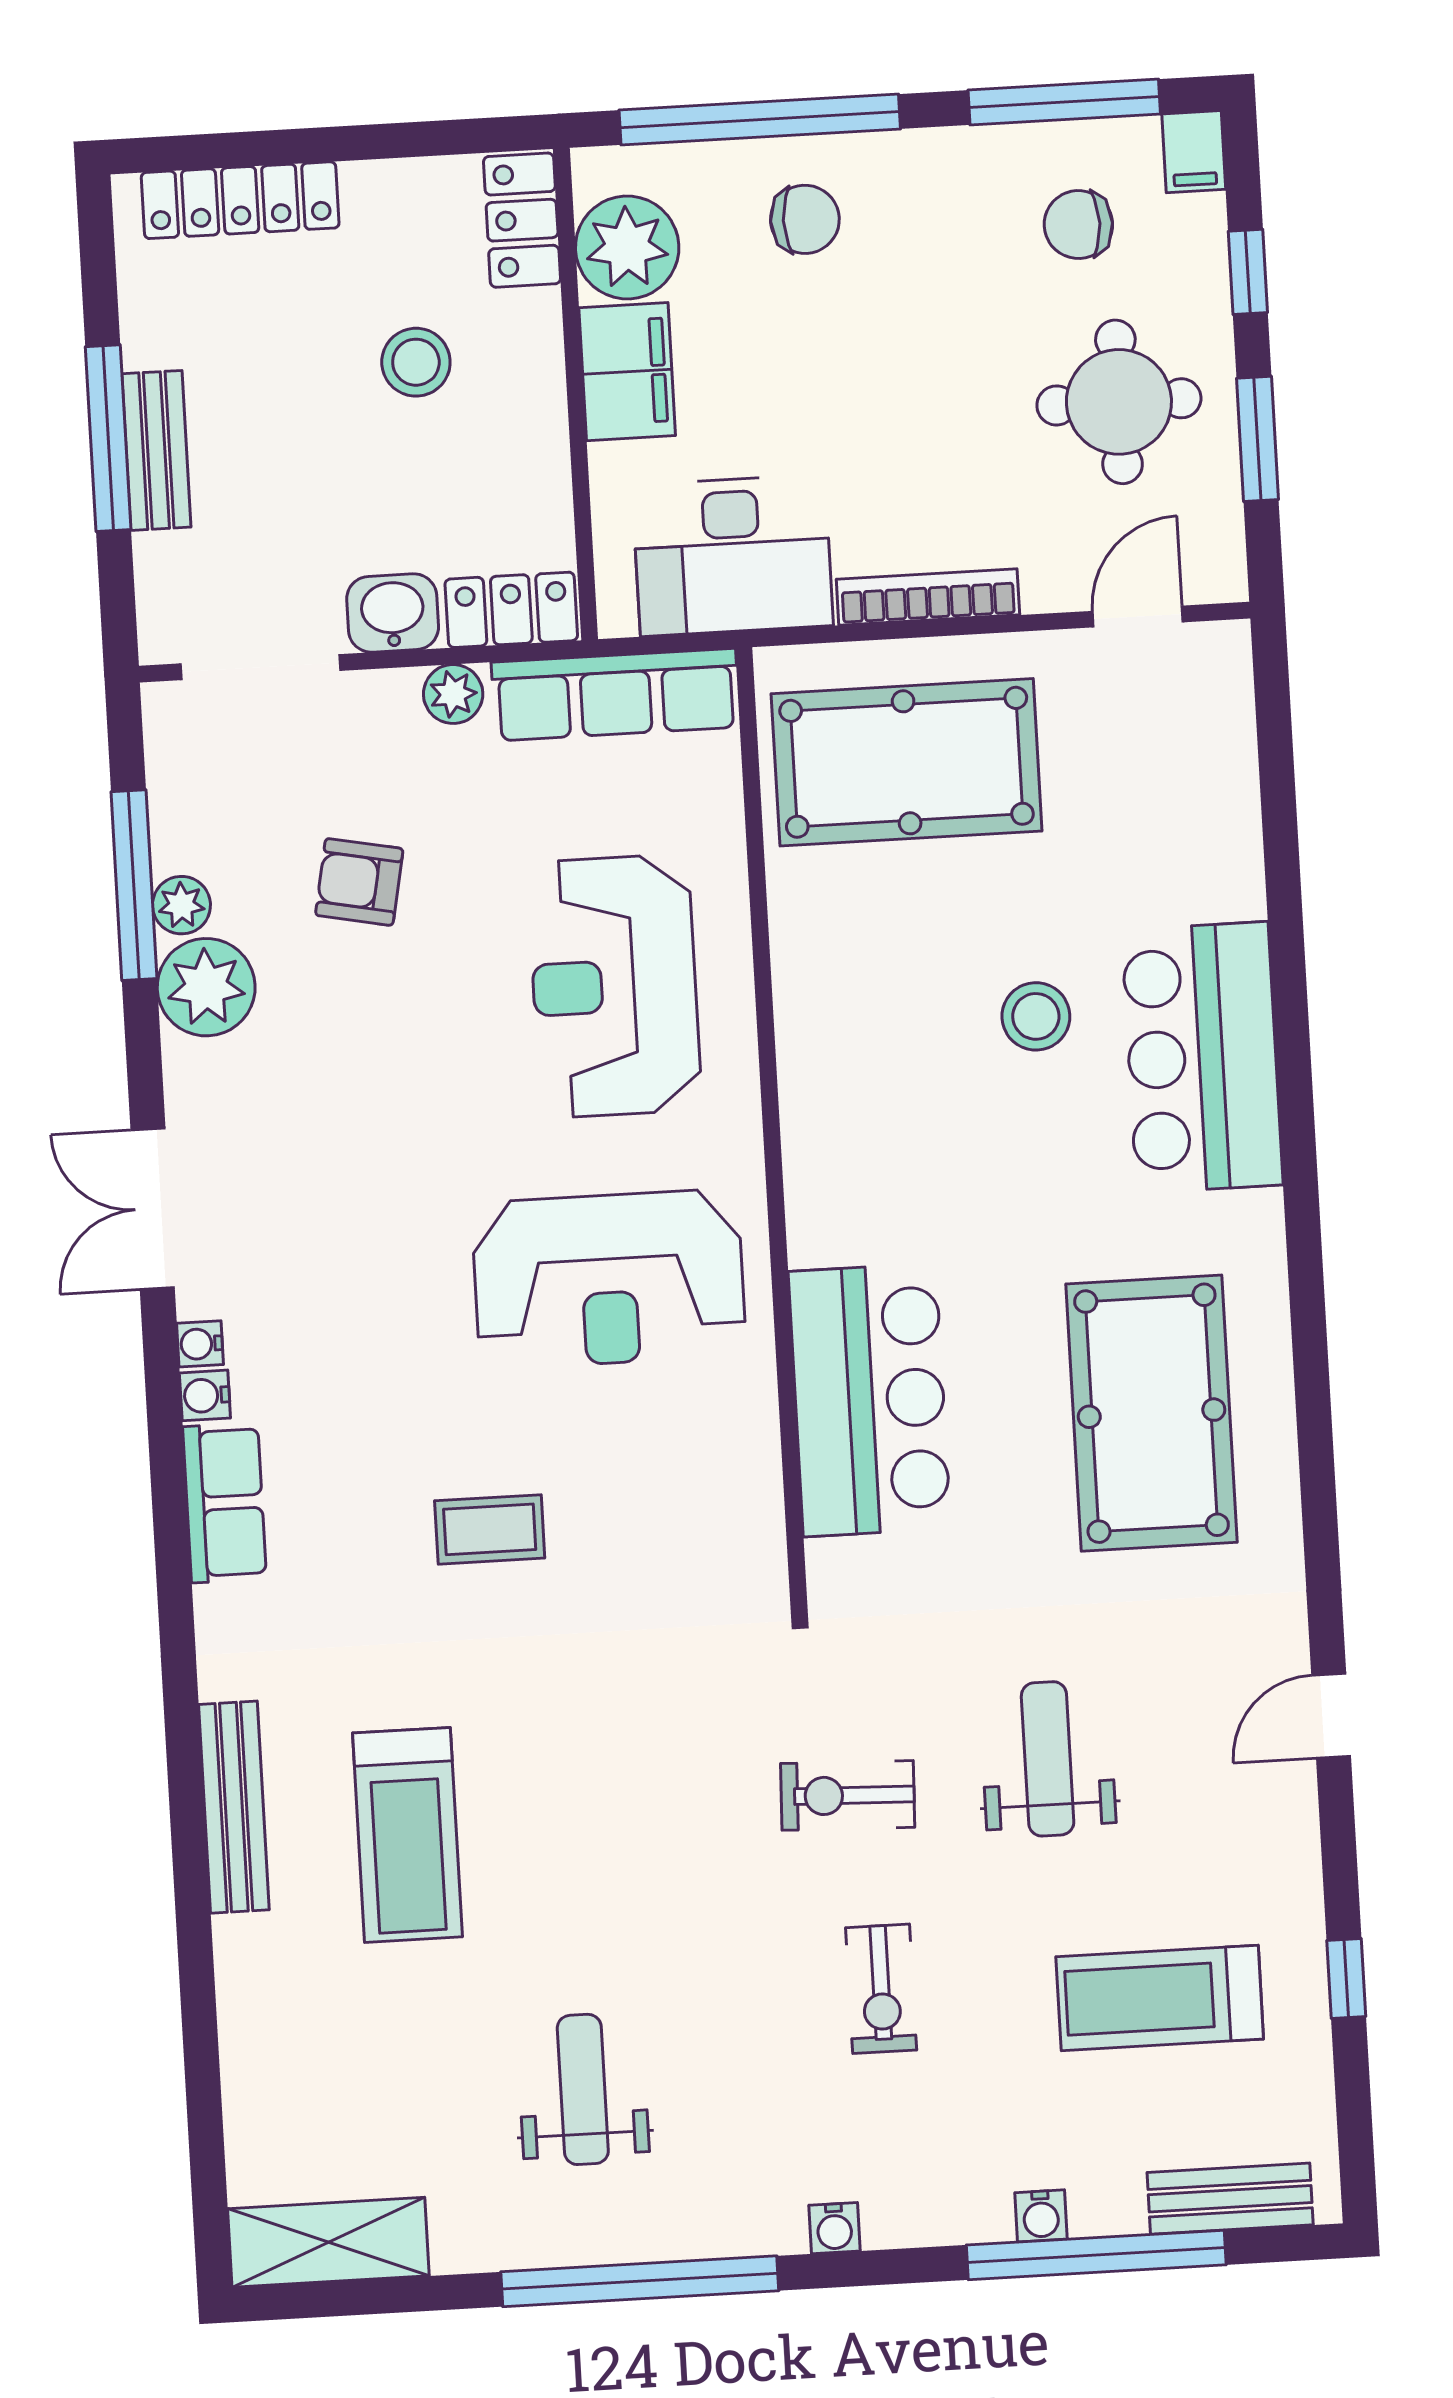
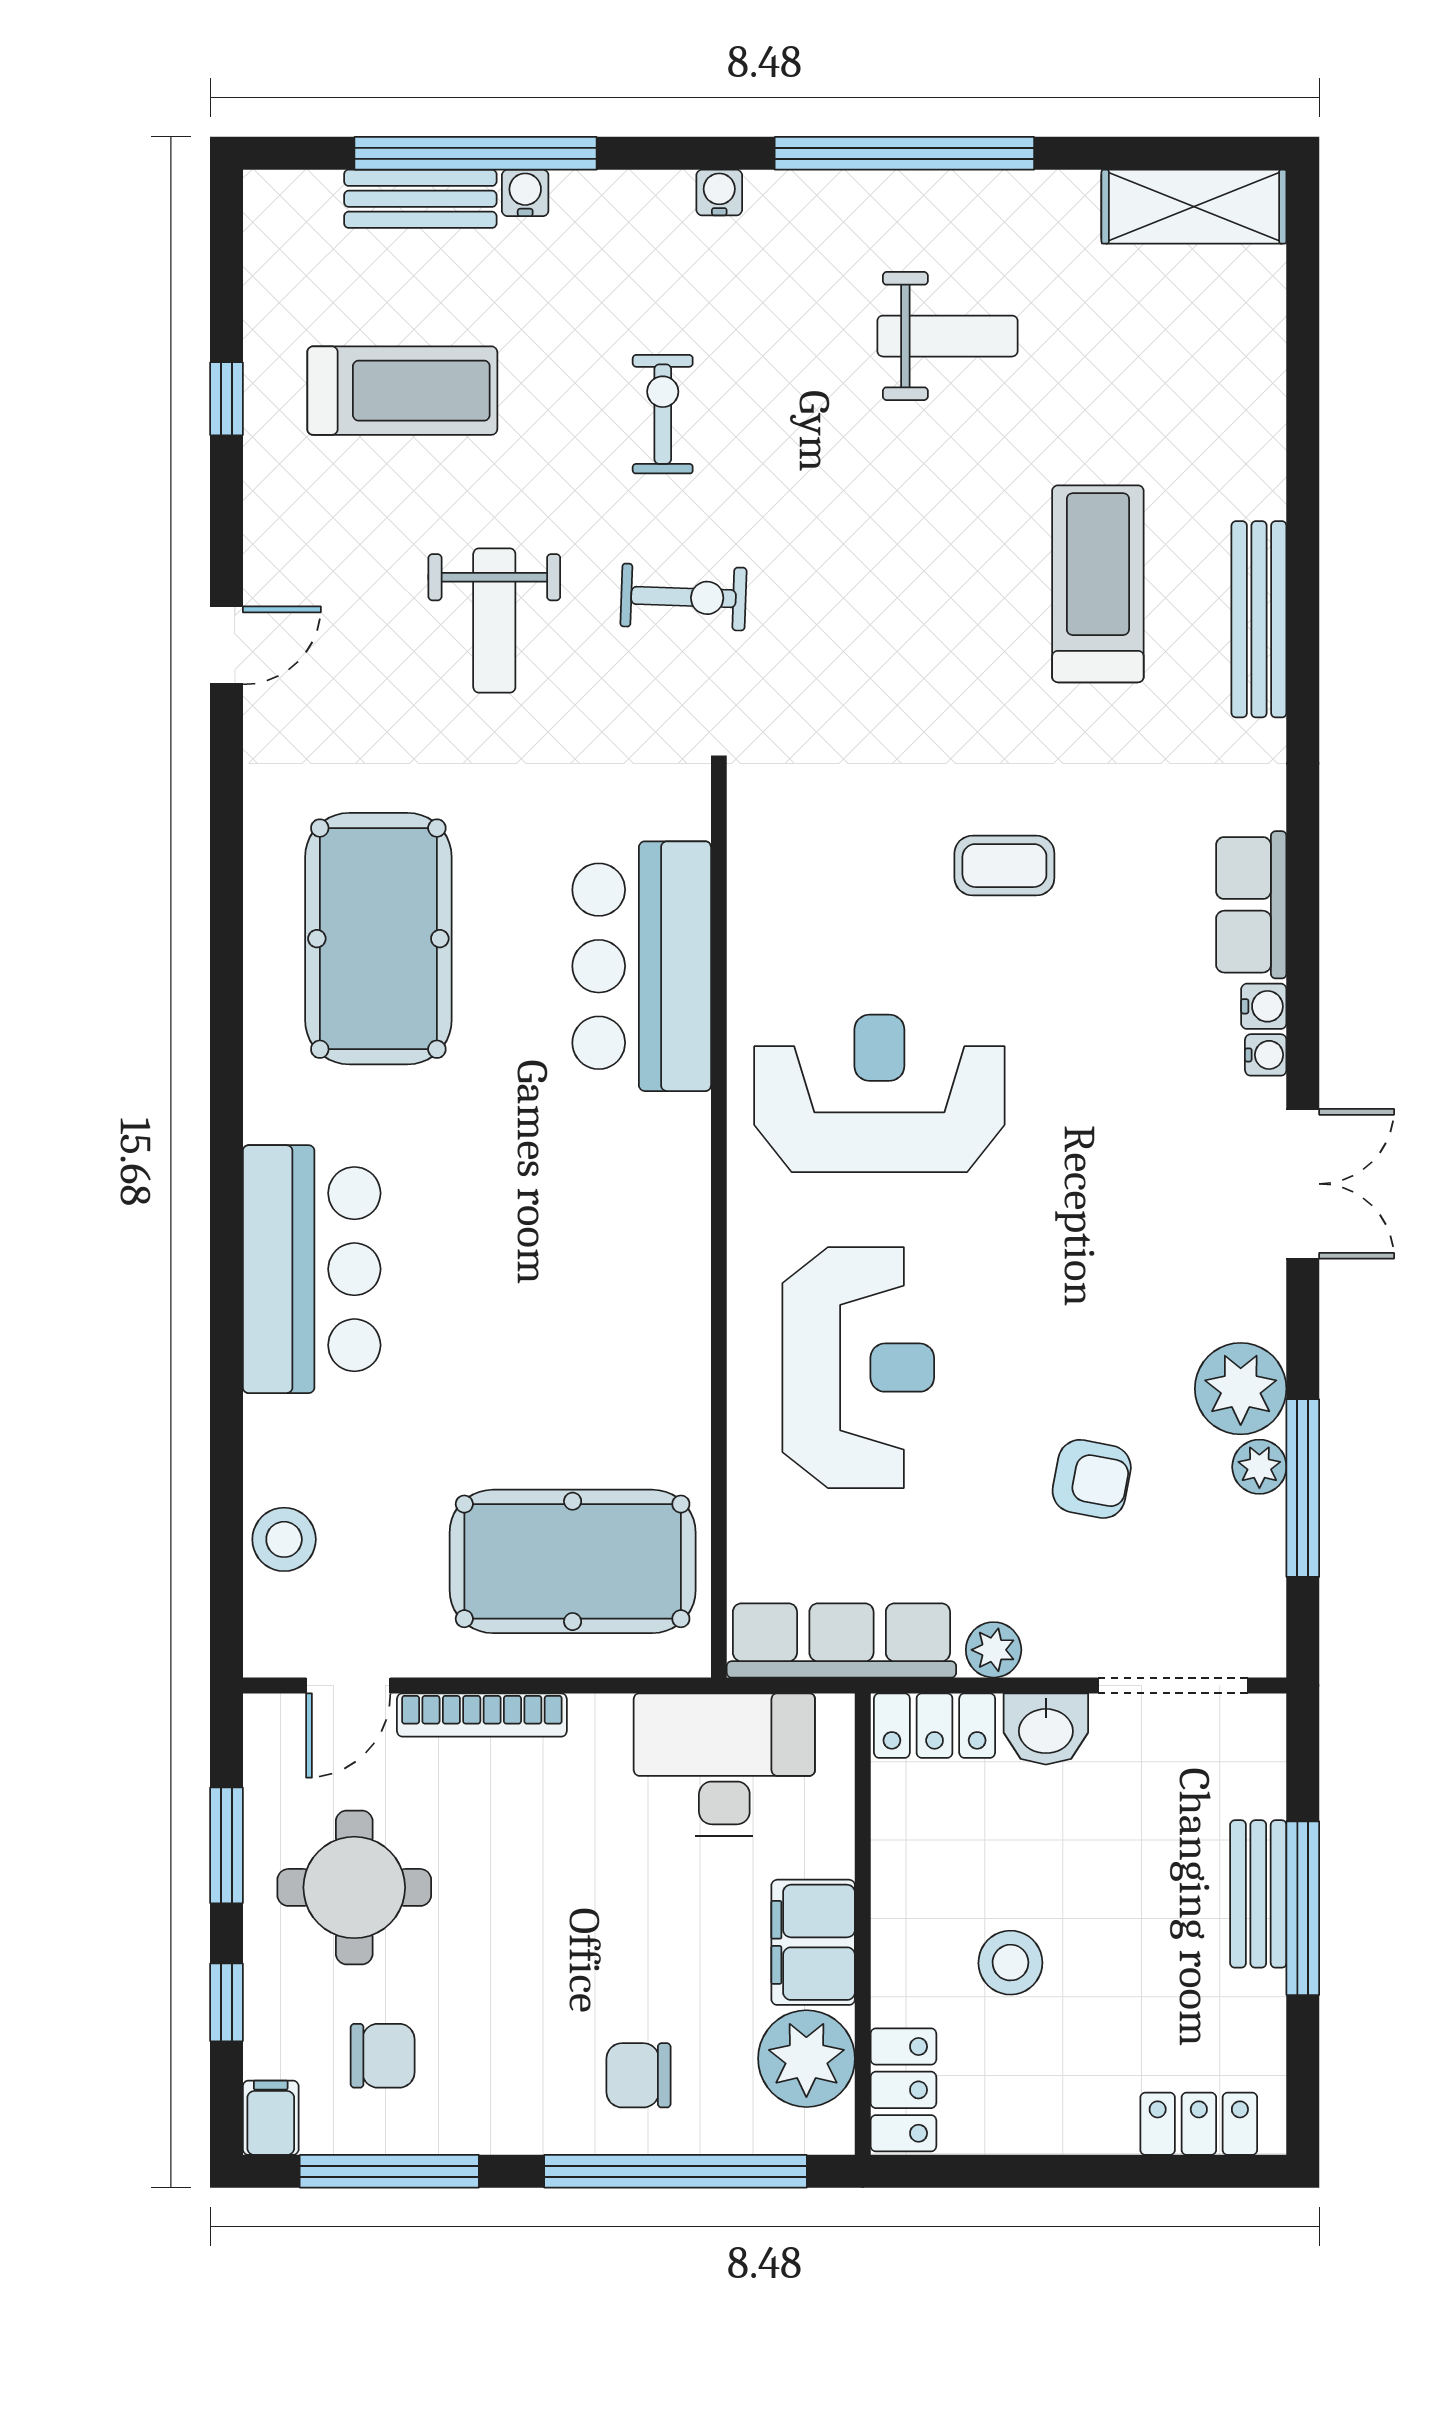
locker: (240, 200) -> (1199, 2124), width x0.66
bookcase: (928, 597) -> (482, 1715), moved
stool: (1036, 1016) -> (284, 1539), moved
weight bench: (583, 2089) -> (947, 336), turned -90
bench: (1230, 2199) -> (420, 199), moved

